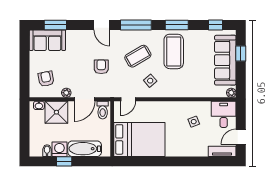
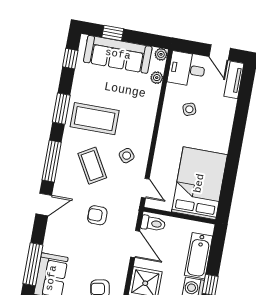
window: (55, 25) -> (33, 264), width x1.44
plant: (66, 93) -> (157, 78), moved

